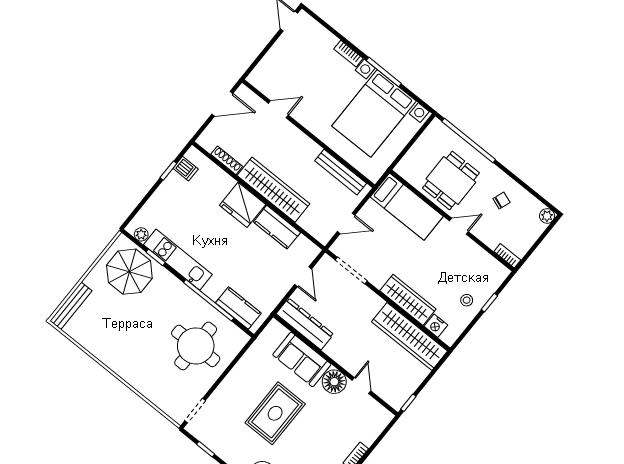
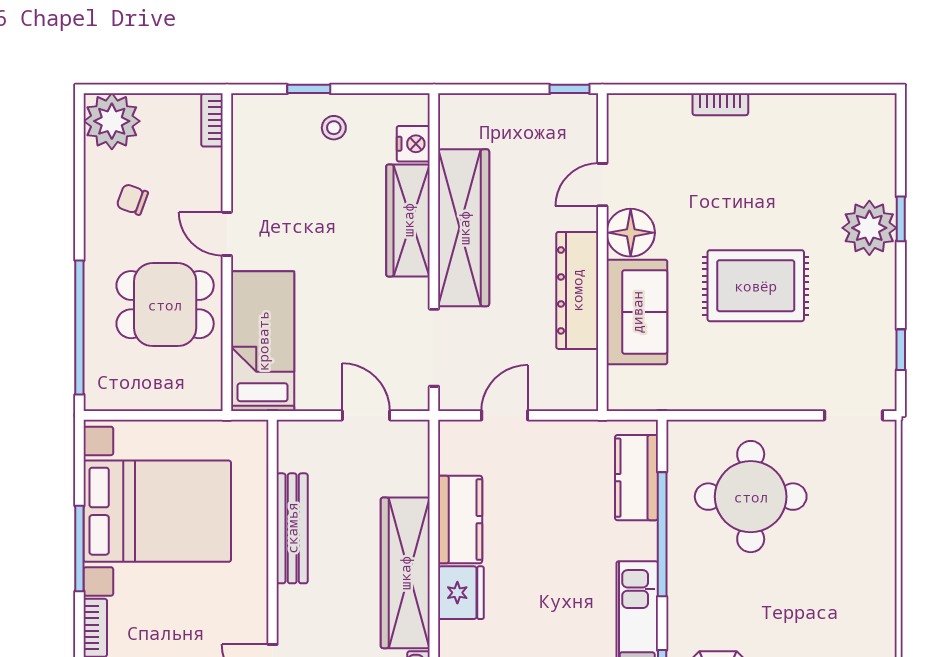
bench: (341, 172) -> (292, 528), moved
fridge: (243, 205) -> (461, 593), width x0.73, depth x0.75
plant: (547, 216) -> (112, 121), width x1.87, depth x1.87
dresser: (305, 324) -> (577, 290), moved
wardrobe: (409, 336) -> (464, 228), moved

